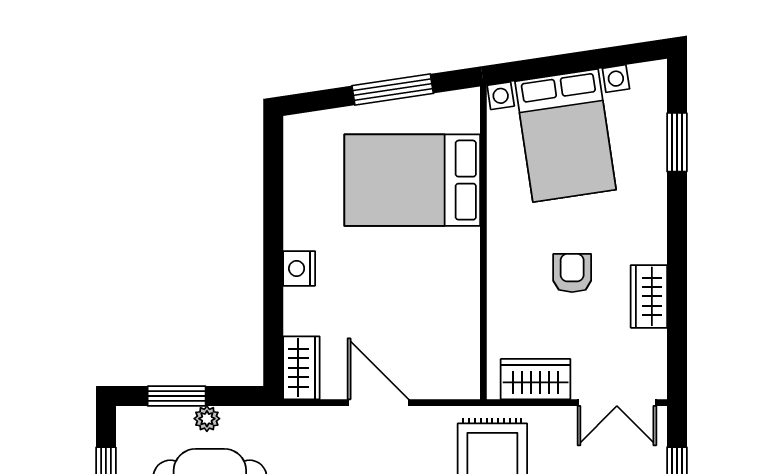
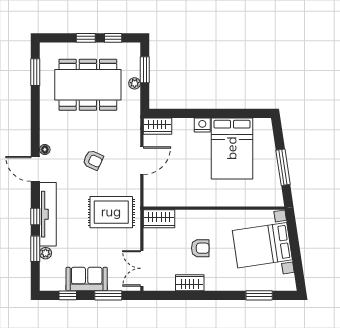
bed: (412, 180) -> (232, 148), moved, turned 180
wardrobe: (536, 379) -> (159, 219), moved, turned 90

